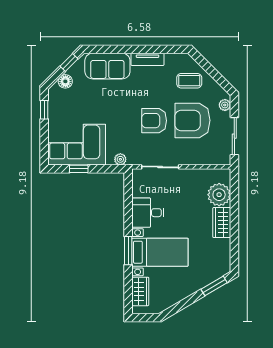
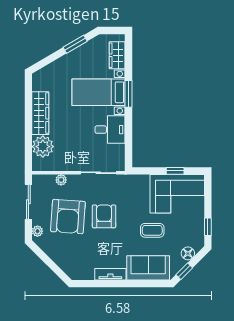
coffee table: (189, 81) -> (152, 230), moved
armchair: (192, 120) -> (68, 217), turned 94
armchair: (154, 121) -> (104, 216), turned -90
plant: (120, 159) -> (61, 180), moved
wardrobe: (222, 223) -> (40, 113), width x1.50
window: (214, 286) -> (75, 44), moved

